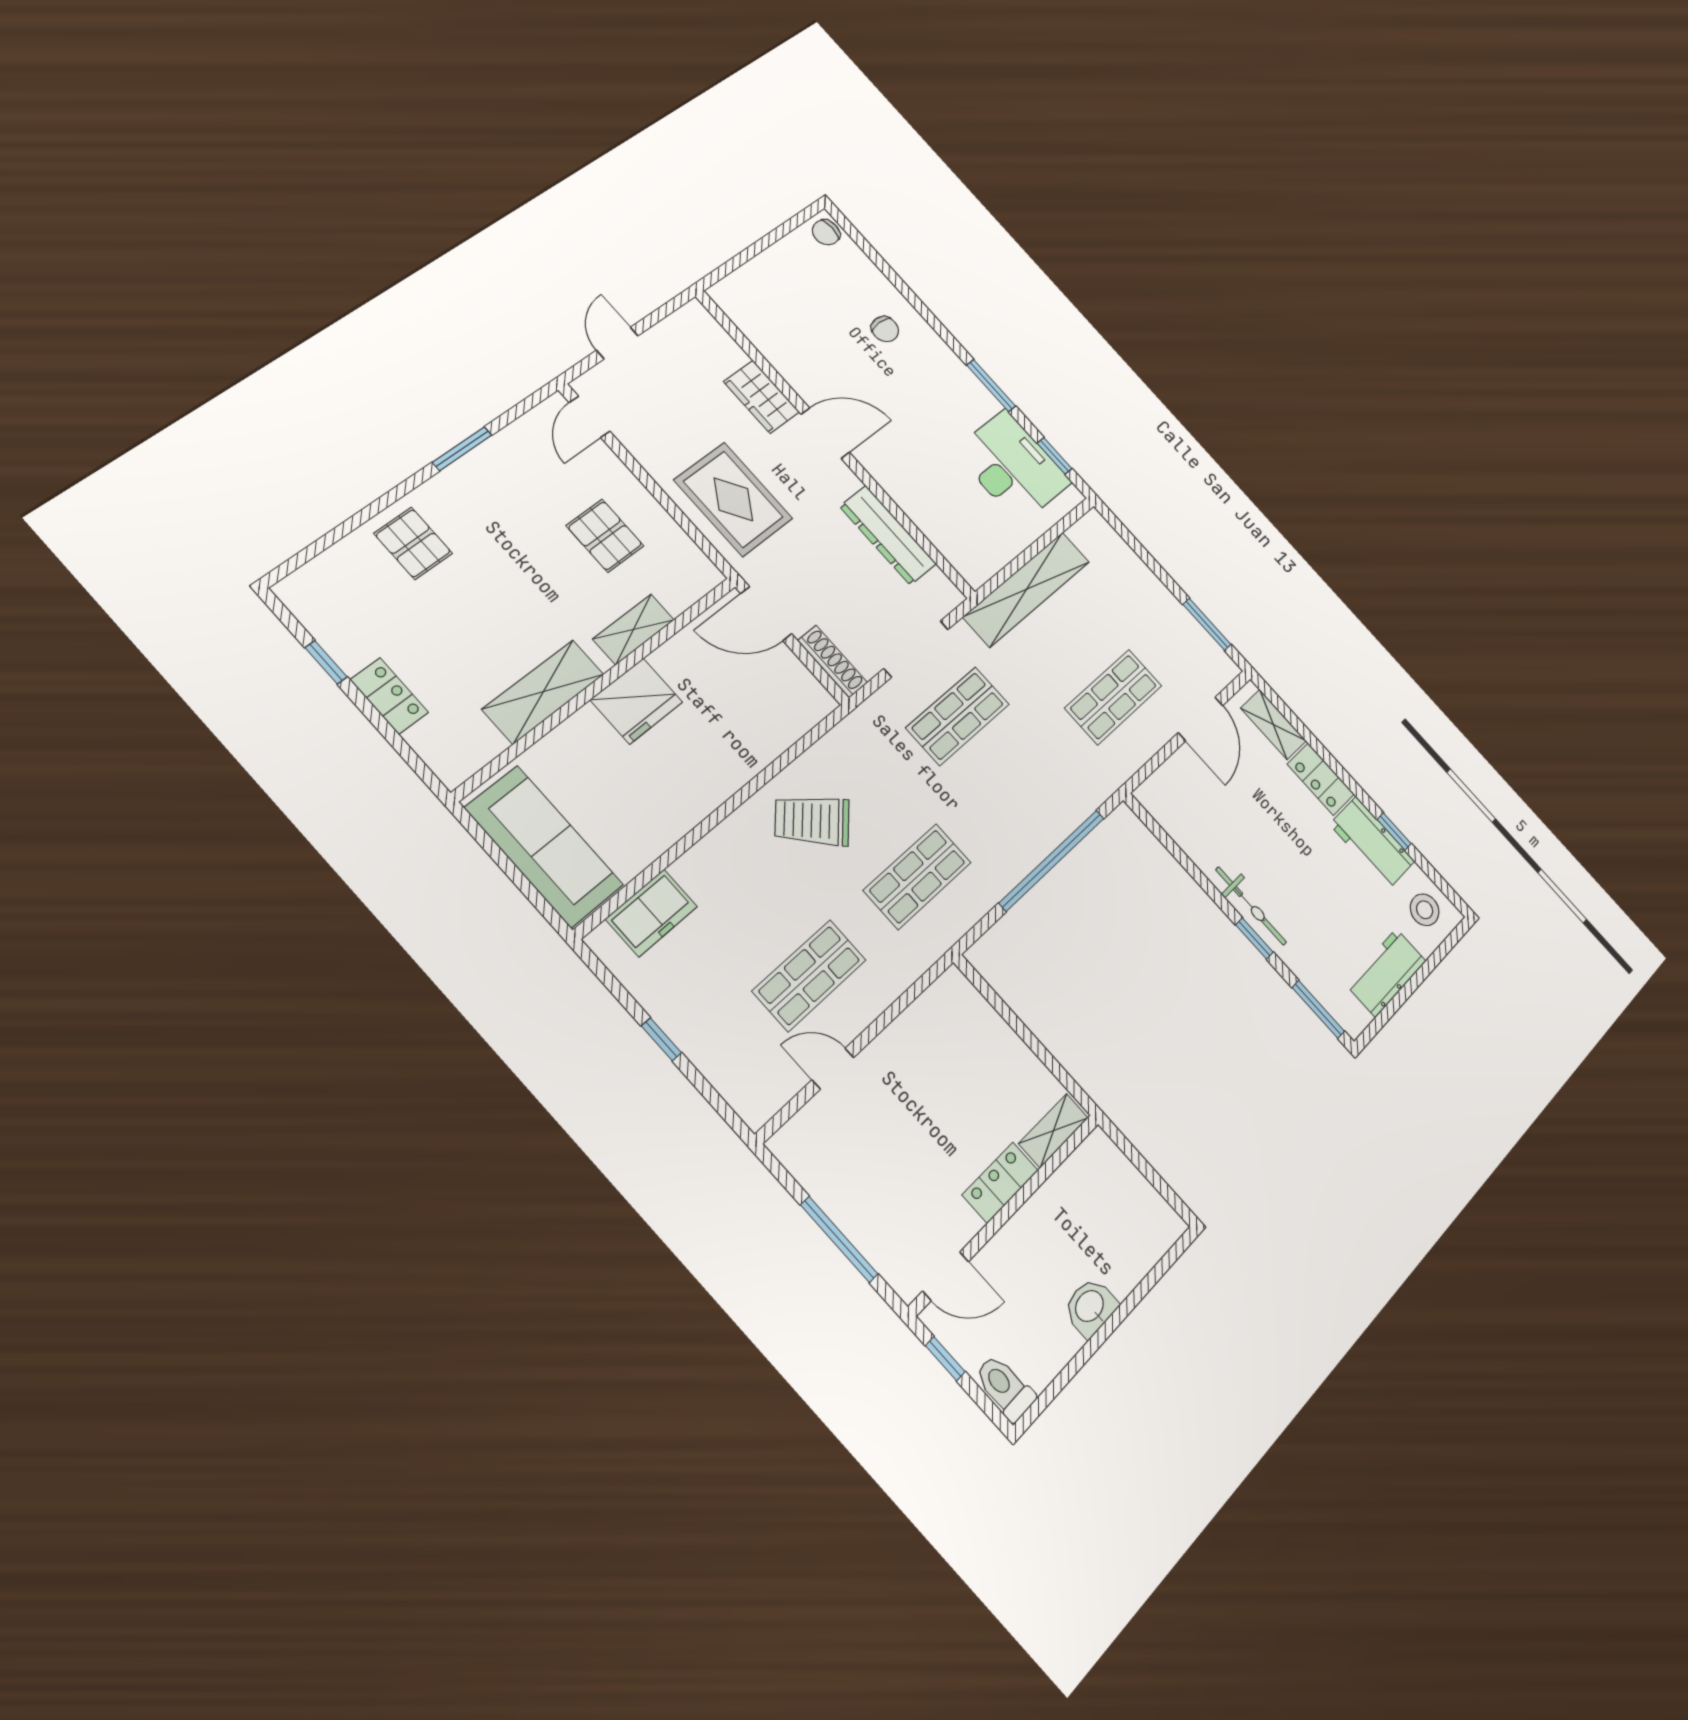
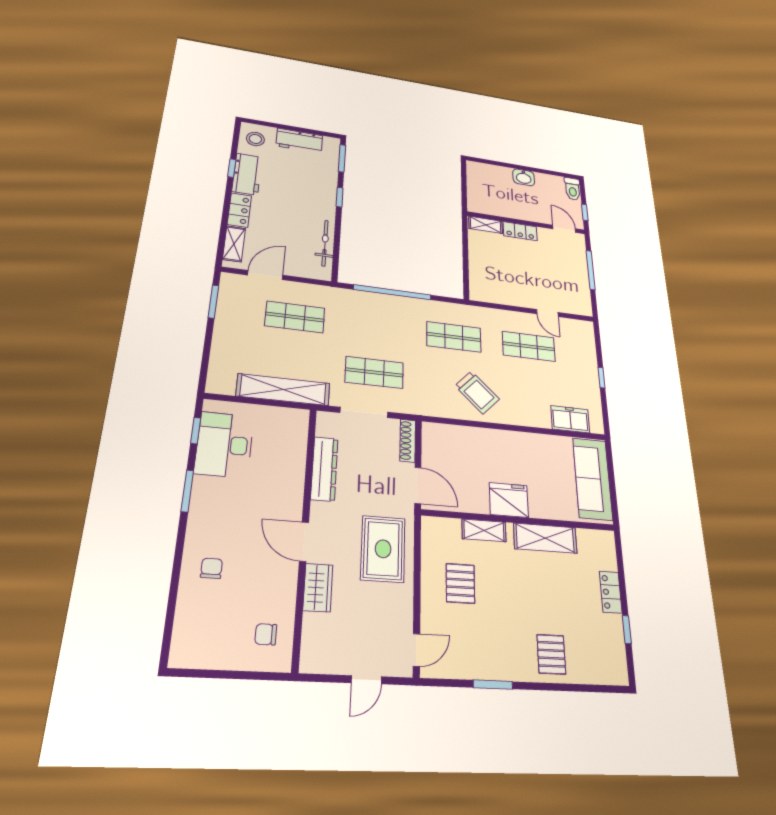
chair: (826, 232) -> (266, 634), moved, turned 180
bicycle: (1251, 906) -> (325, 243), moved

